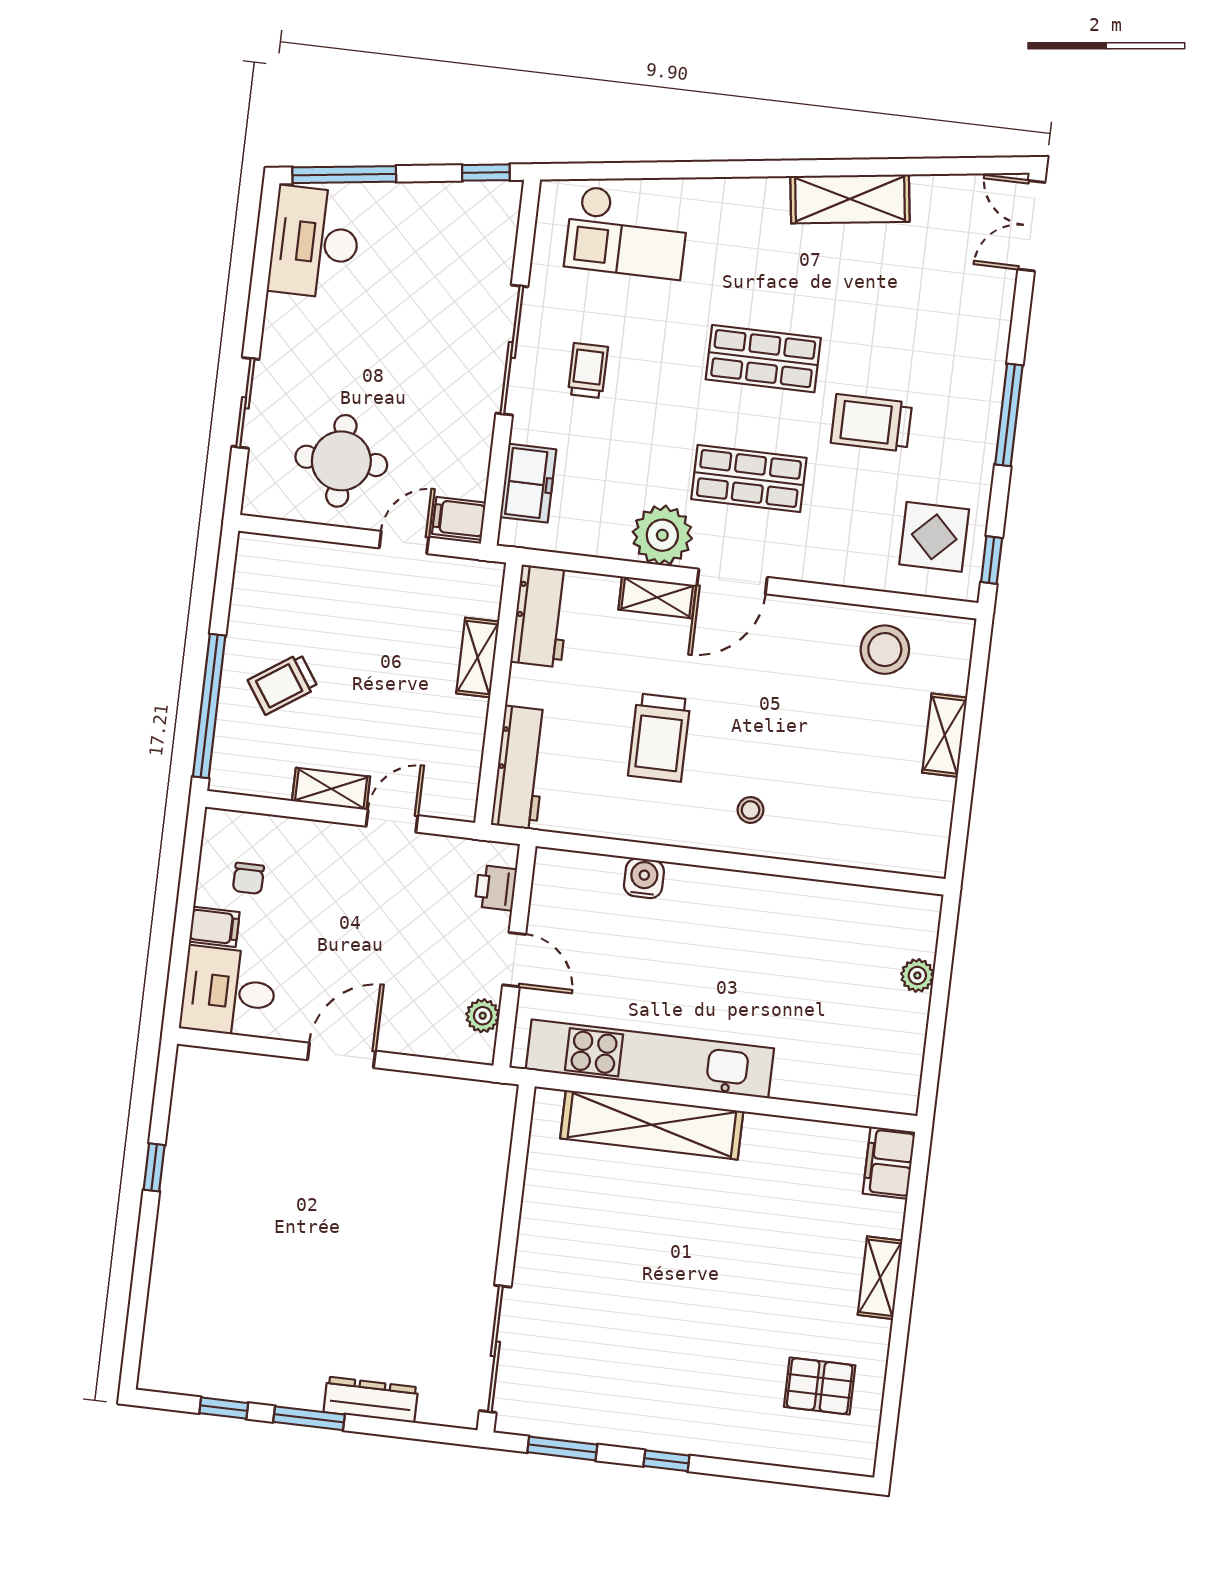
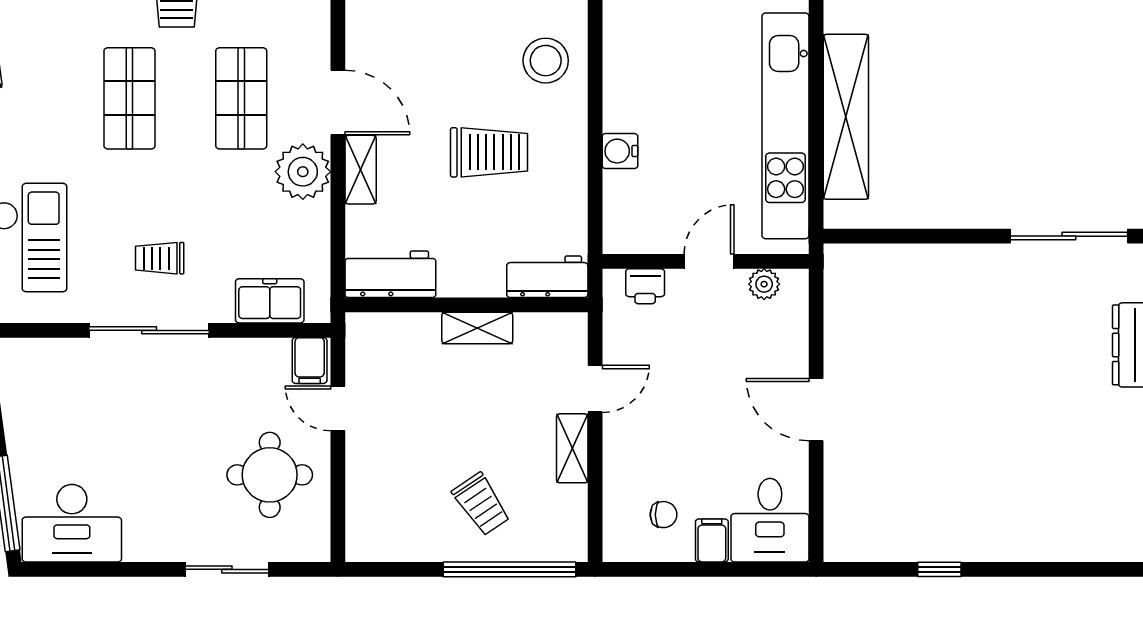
shelving: (478, 657) -> (477, 328), moved
workbench: (520, 768) -> (547, 277), width x0.73
stool: (751, 810) -> (546, 61), width x1.89, depth x1.89
door: (392, 821) -> (595, 389), swing flipped

